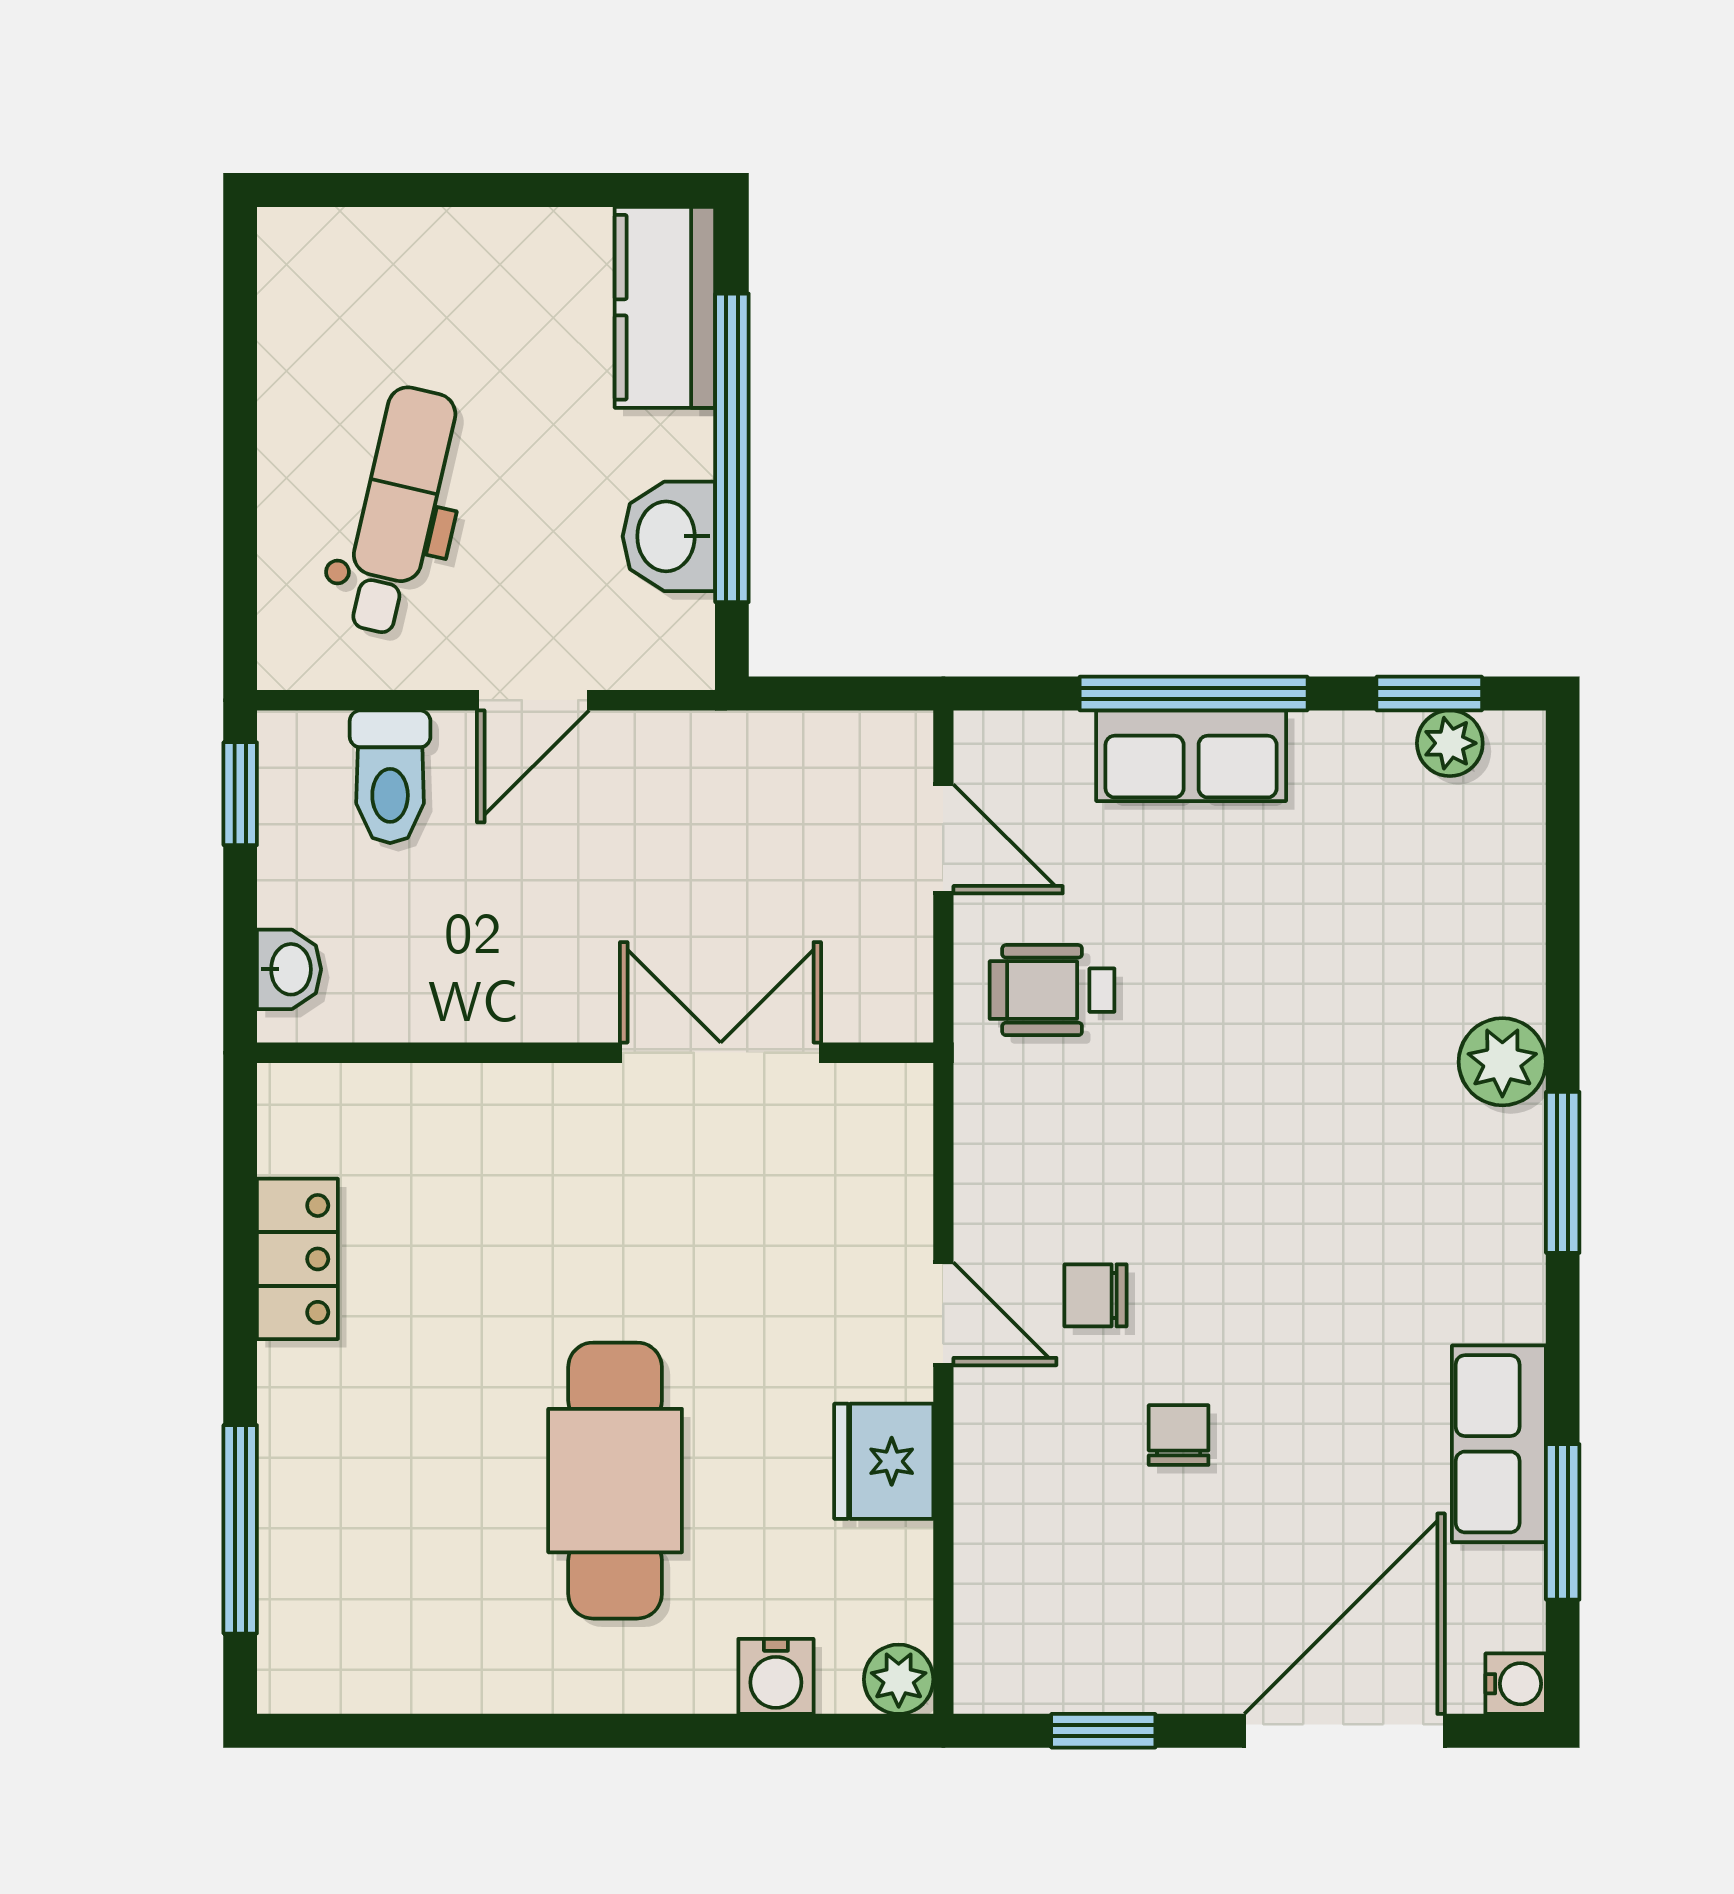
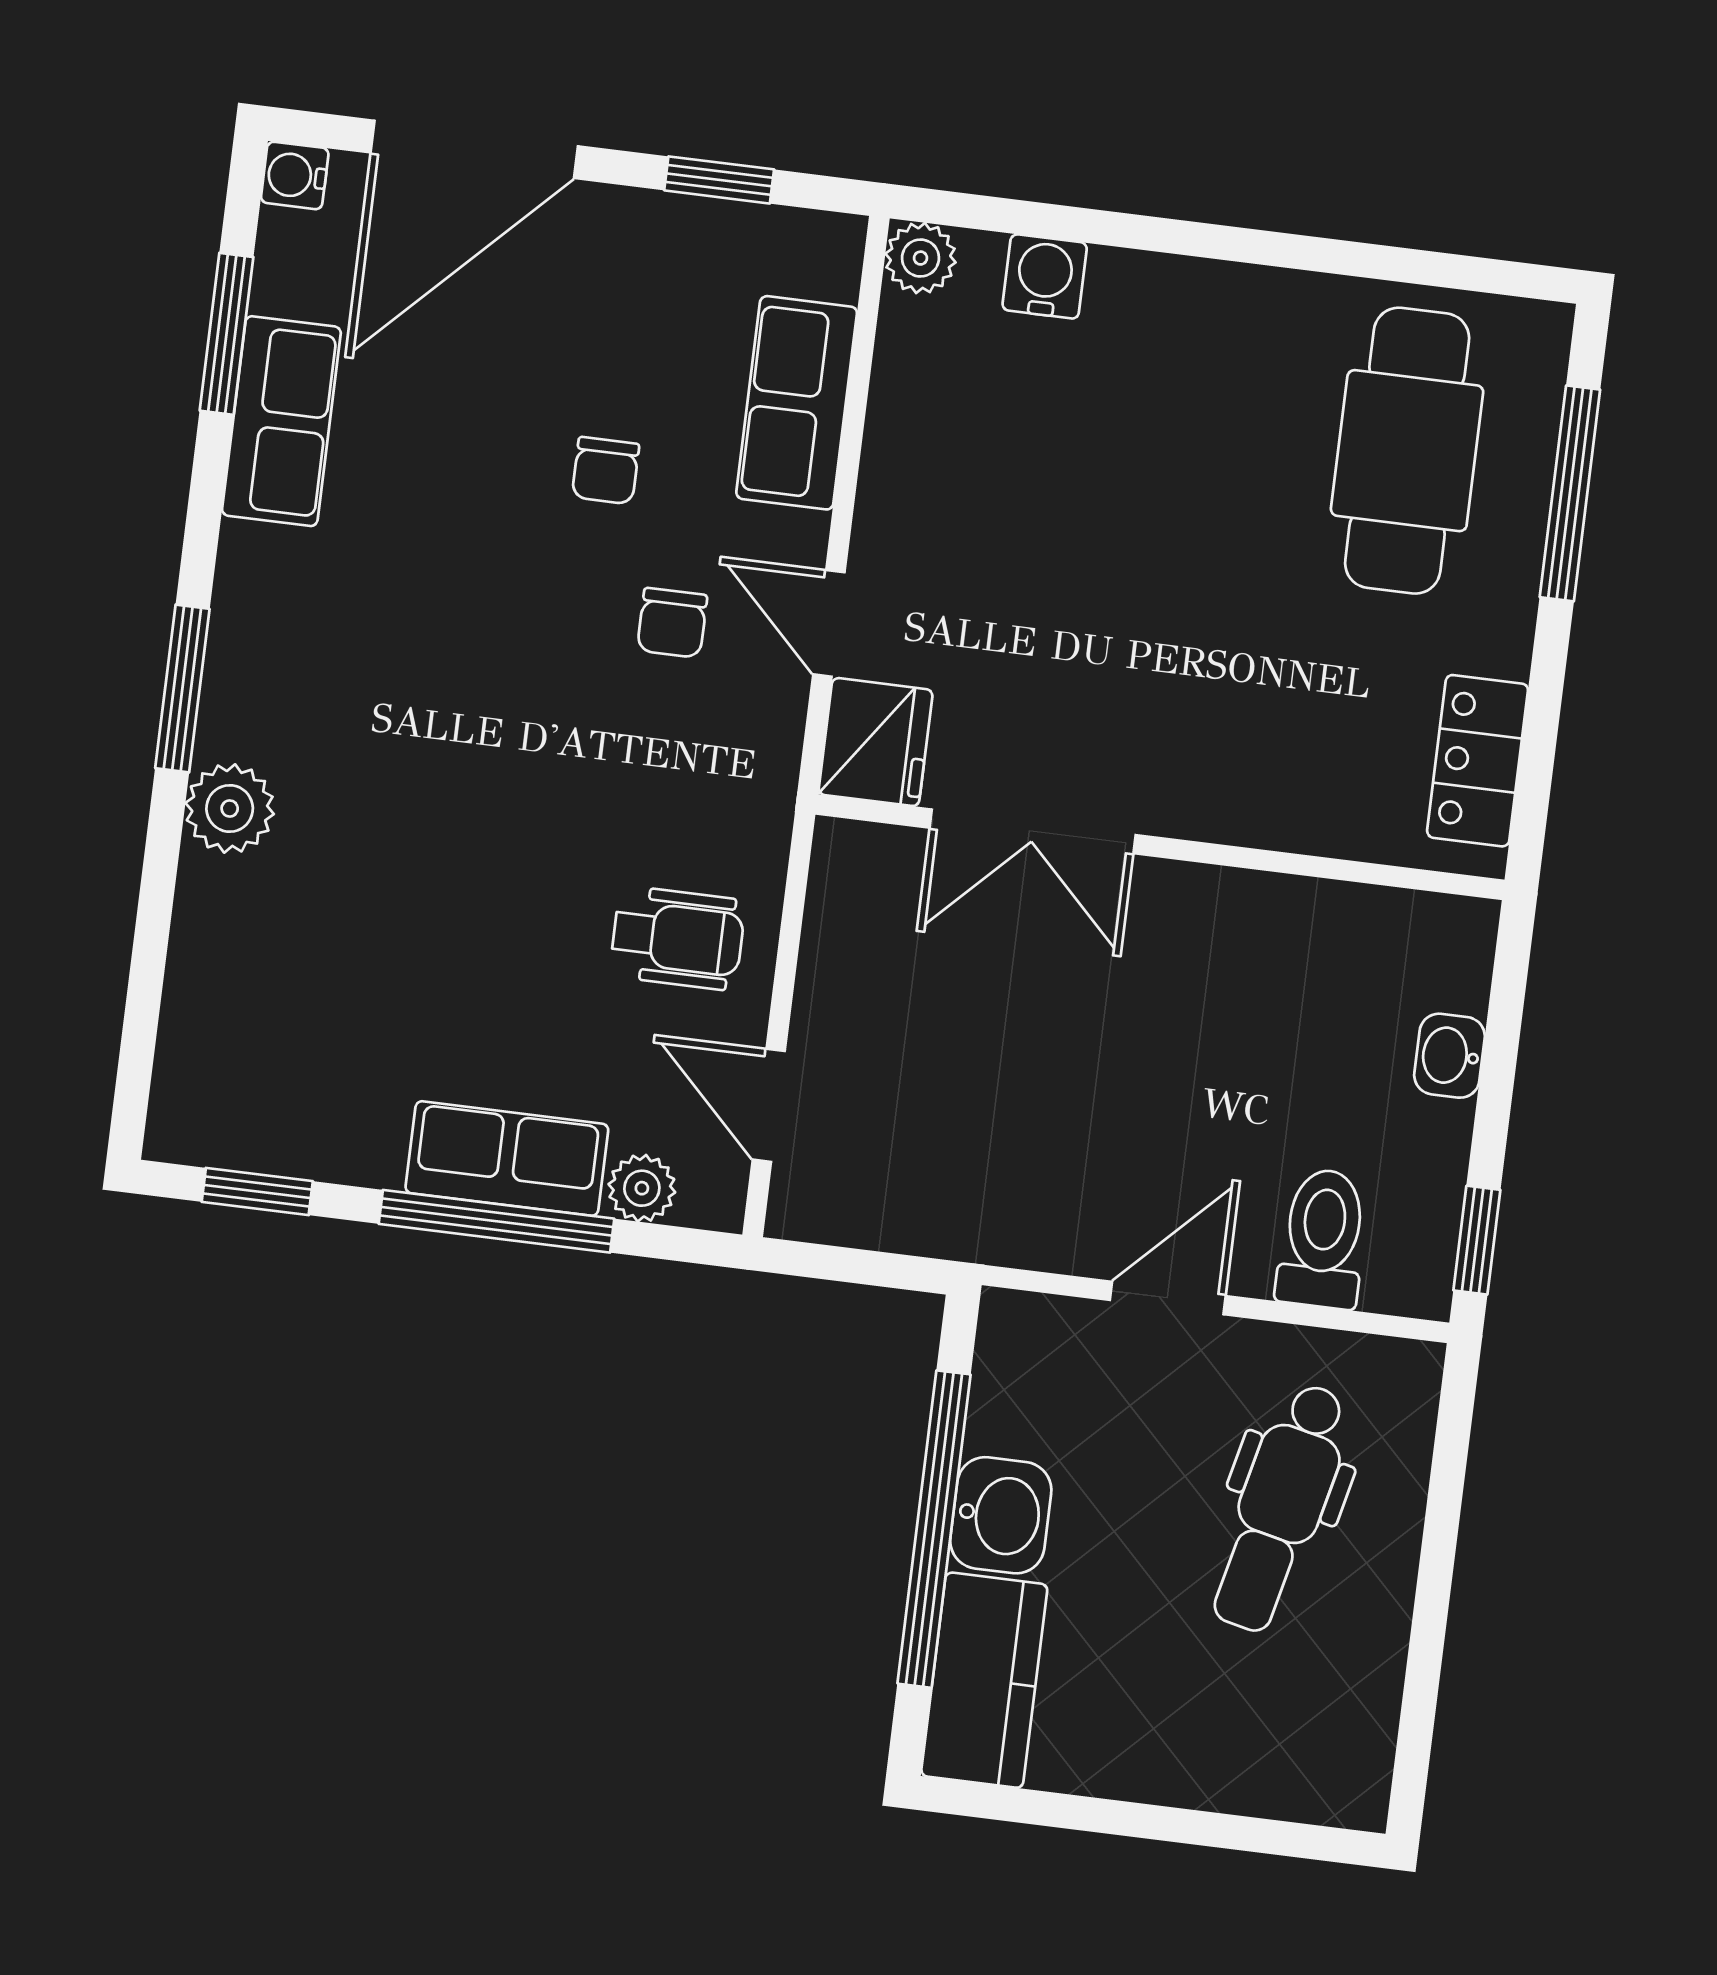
washbasin: (669, 536) -> (1001, 1515), moved
plant: (1450, 743) -> (642, 1188), moved
wall: (595, 1053) -> (1160, 847), moved
double door: (721, 1053) -> (1033, 831), moved
chair: (1095, 1295) -> (672, 623), turned 90
fridge: (884, 1461) -> (876, 742), moved
cafe table: (615, 1481) -> (1407, 451), moved
row of seats: (1001, 1524) -> (797, 403), added

